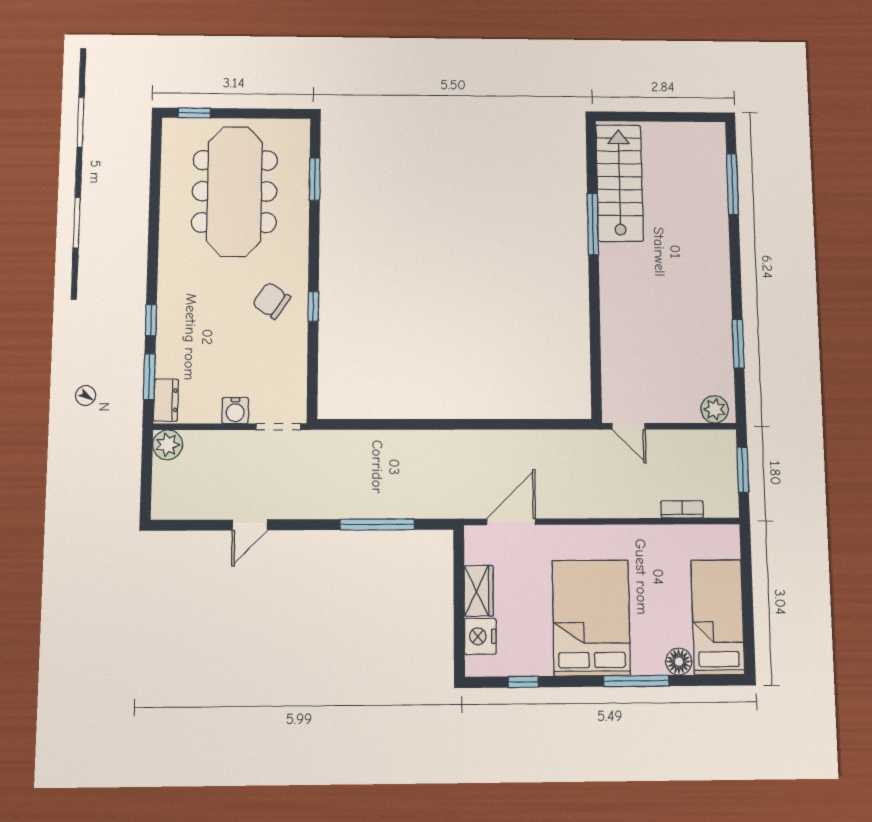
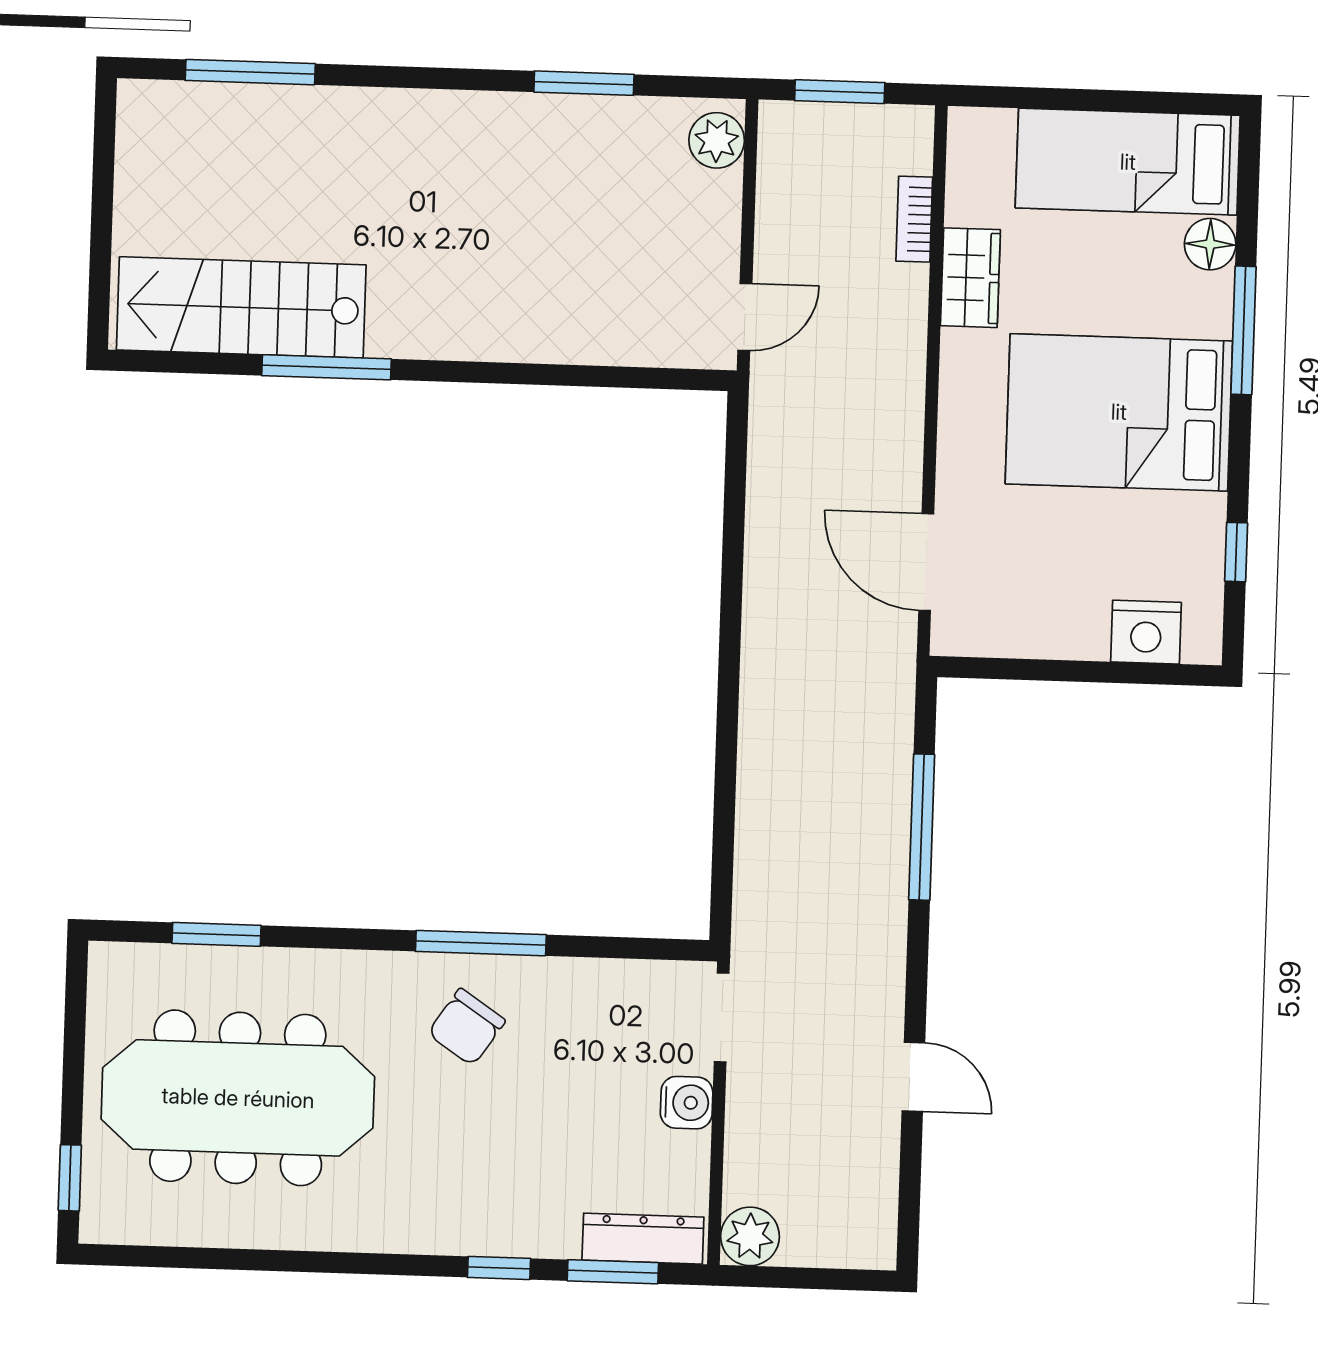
window: (313, 306) -> (481, 943), width x2.17
dresser: (166, 400) -> (643, 1239), width x1.44
wardrobe: (479, 591) -> (970, 278), moved, turned 90

